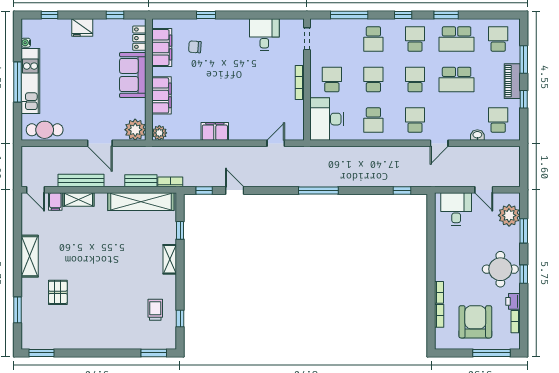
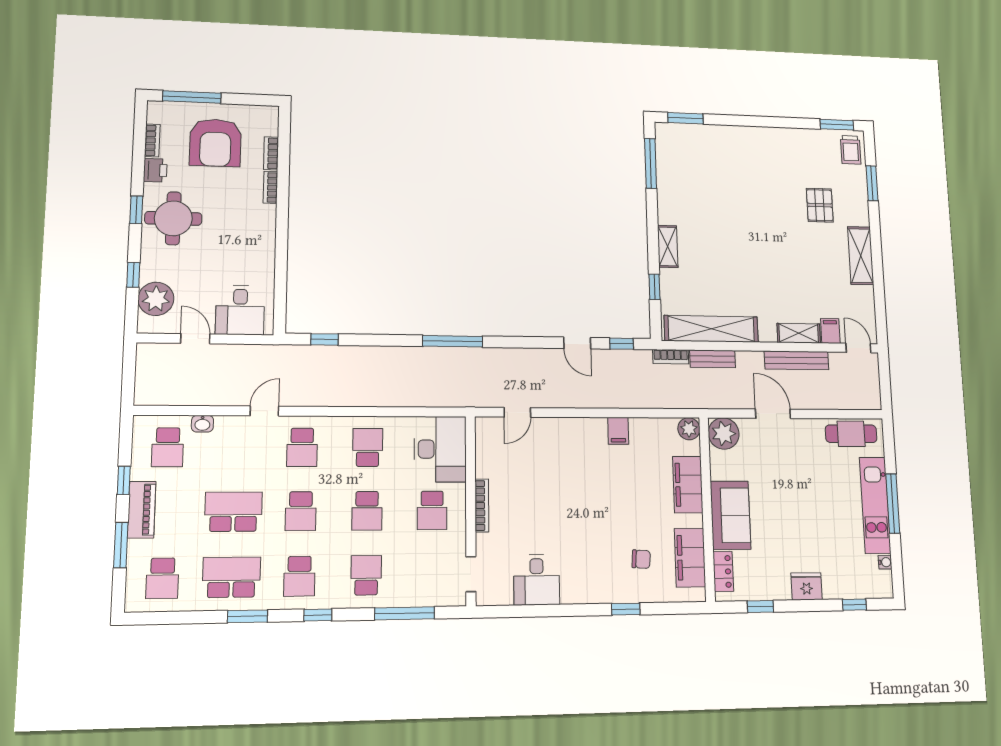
filing cabinet: (215, 131) -> (618, 431), width x0.50
window: (524, 231) -> (133, 275), width x0.67
trolley: (155, 310) -> (851, 150), moved
window: (180, 319) -> (651, 163), width x2.17

